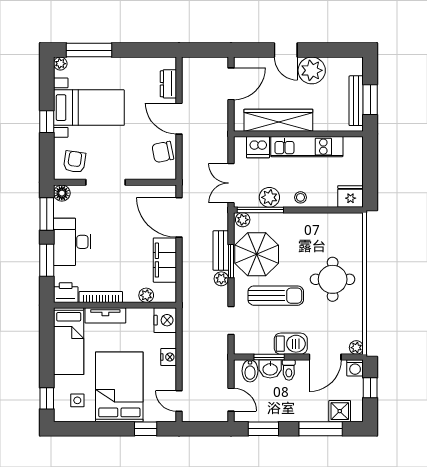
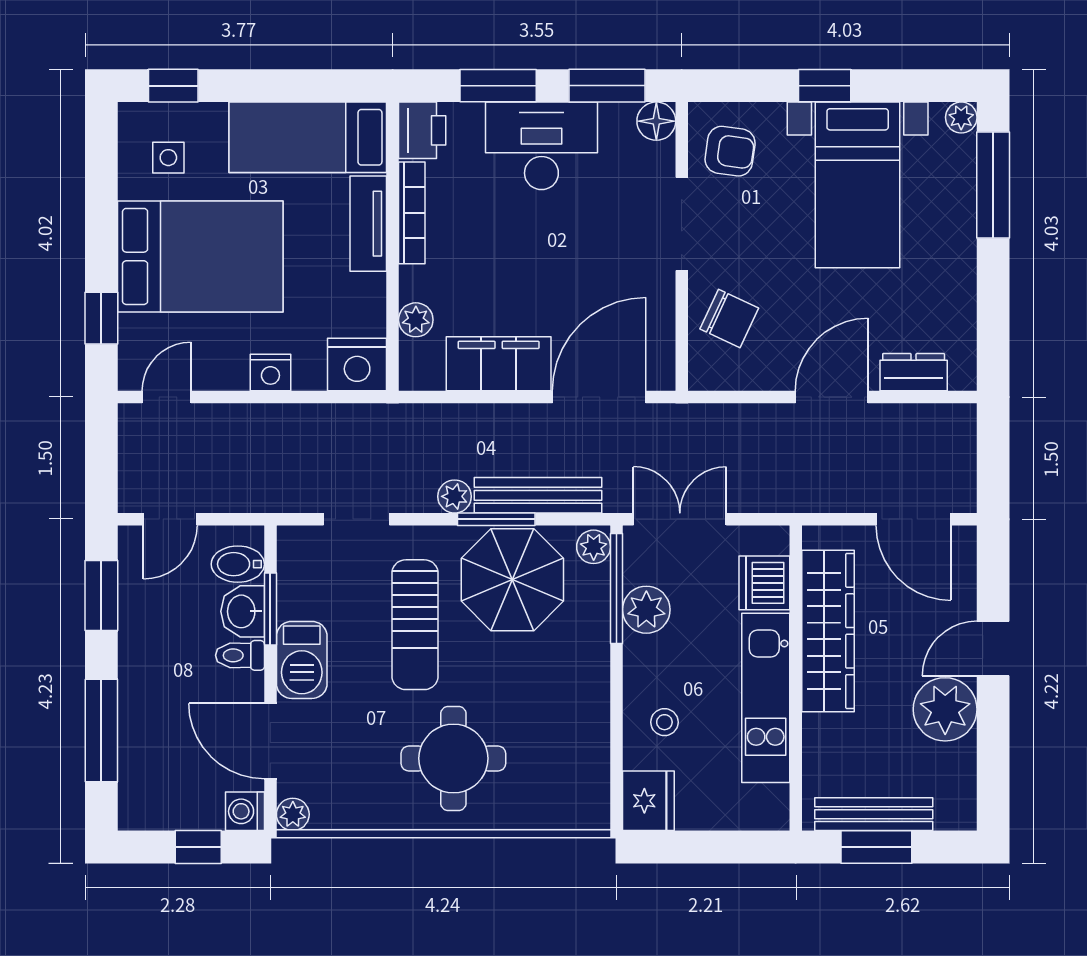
chair: (163, 152) -> (729, 318), moved, turned 126
stool: (300, 197) -> (664, 722), moved
bench: (221, 251) -> (538, 495), width x1.36
shower: (340, 411) -> (143, 775), removed

